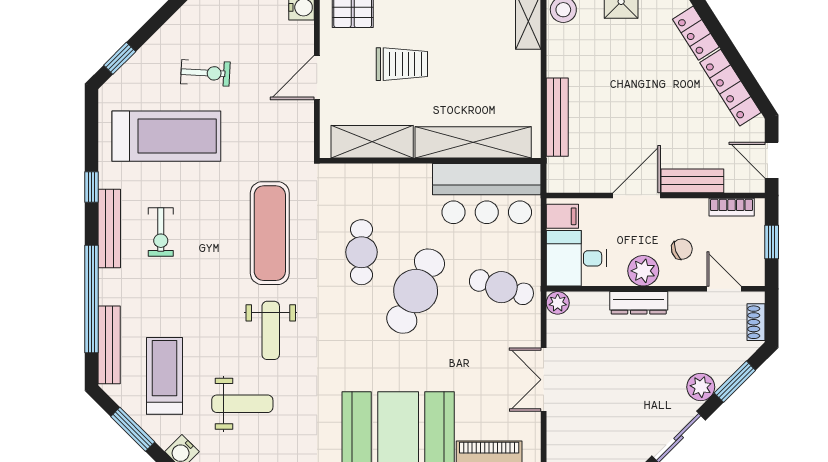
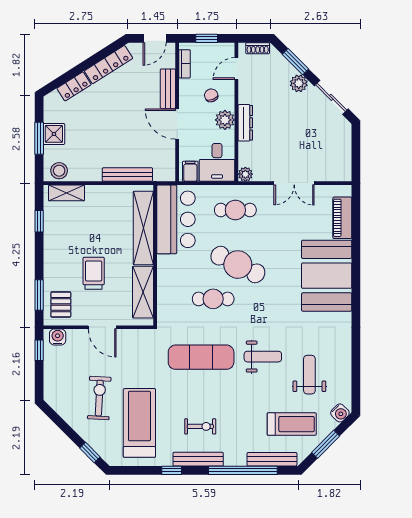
exercise bike: (205, 73) -> (99, 398), width x1.38, depth x1.39
cafe table: (501, 287) -> (235, 210), turned 73
treadmill: (165, 376) -> (292, 424), turned 180

